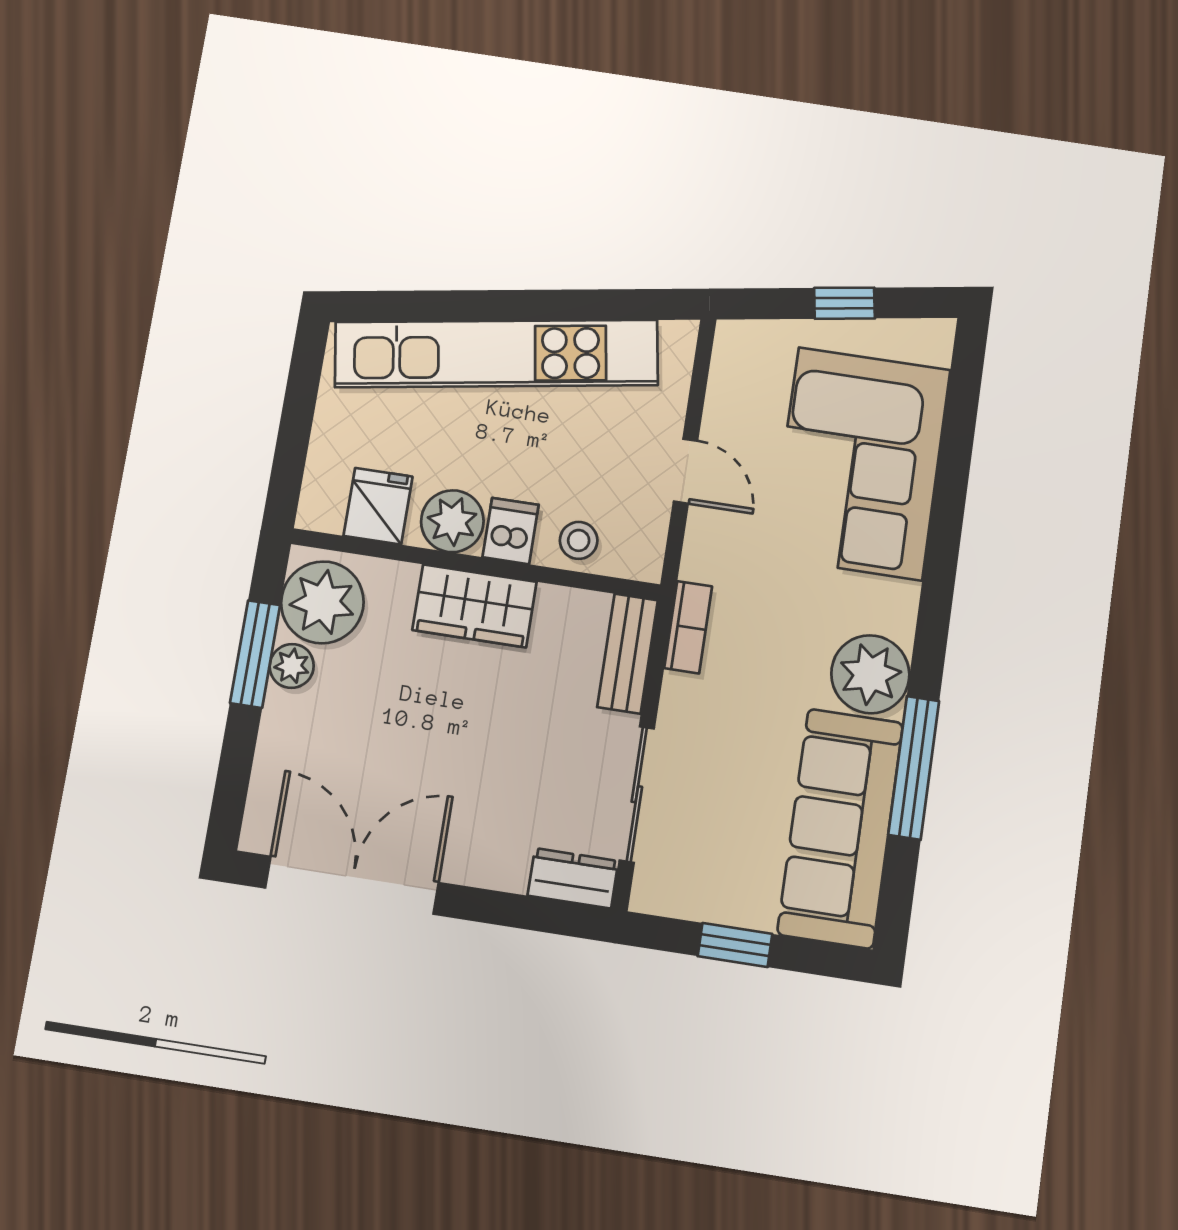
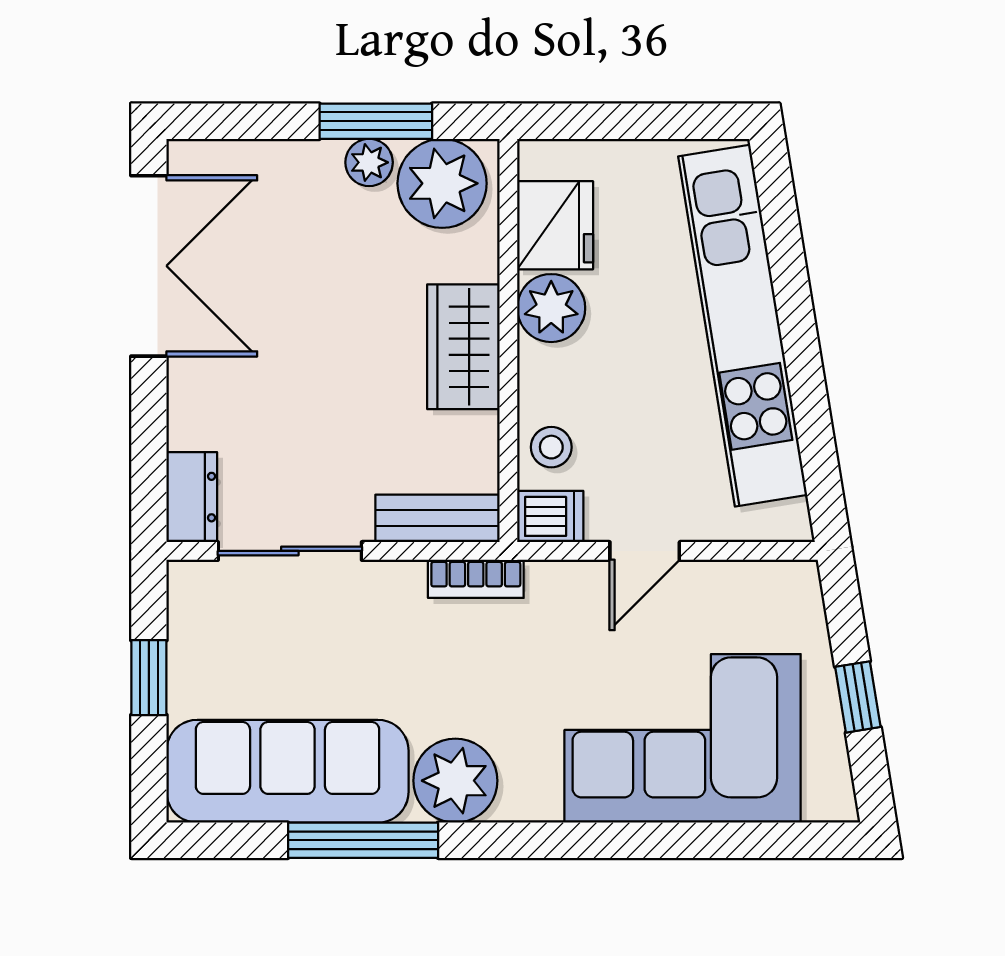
fridge: (378, 506) -> (555, 225), width x1.38
dishwasher: (511, 531) -> (550, 516), moved

